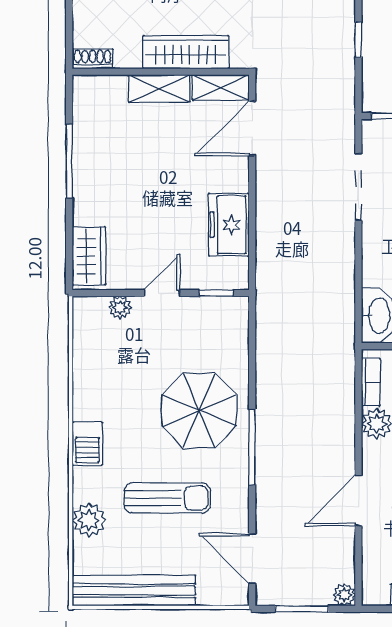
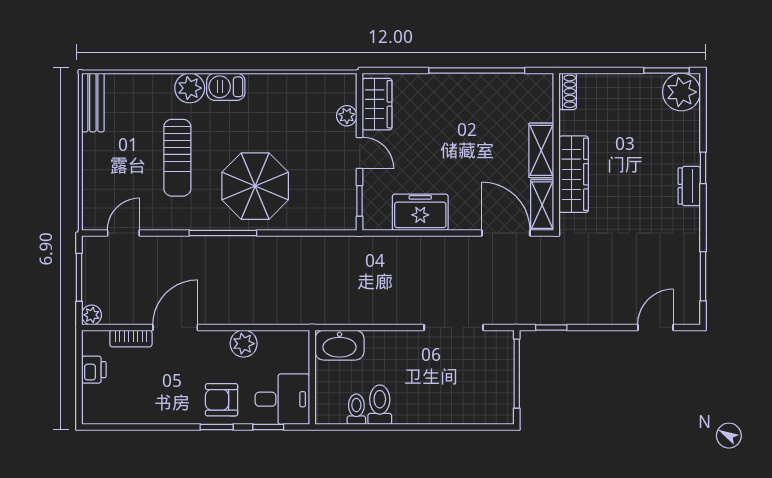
window: (358, 40) -> (551, 327), moved
window: (69, 161) -> (477, 71), width x1.46
wardrobe: (89, 256) -> (377, 104), moved, turned -90
bookcase: (371, 382) -> (131, 339), moved
door: (358, 501) -> (175, 327), hinge flipped
plant: (89, 520) -> (190, 88), moved
door: (252, 559) -> (123, 233), width x0.73
bench: (134, 591) -> (93, 103), width x0.54, depth x0.82

